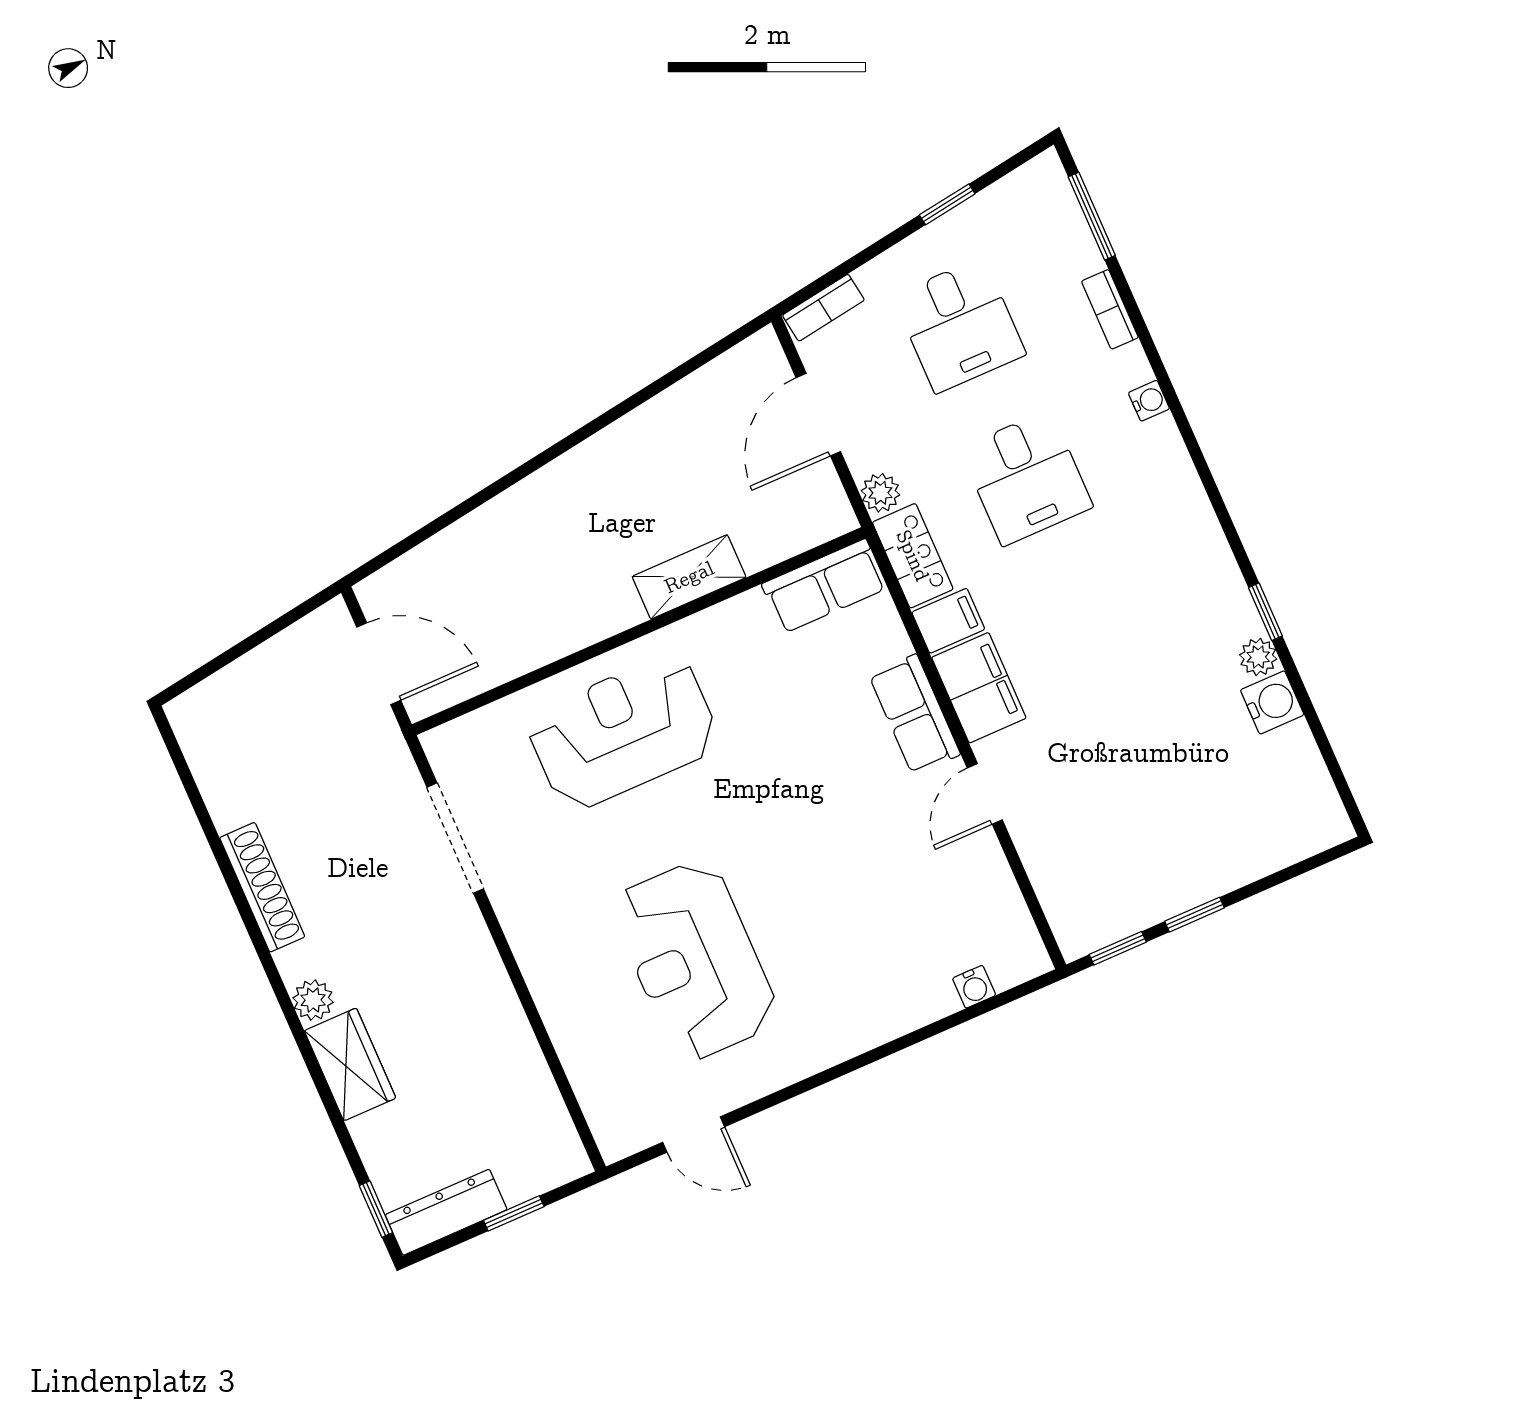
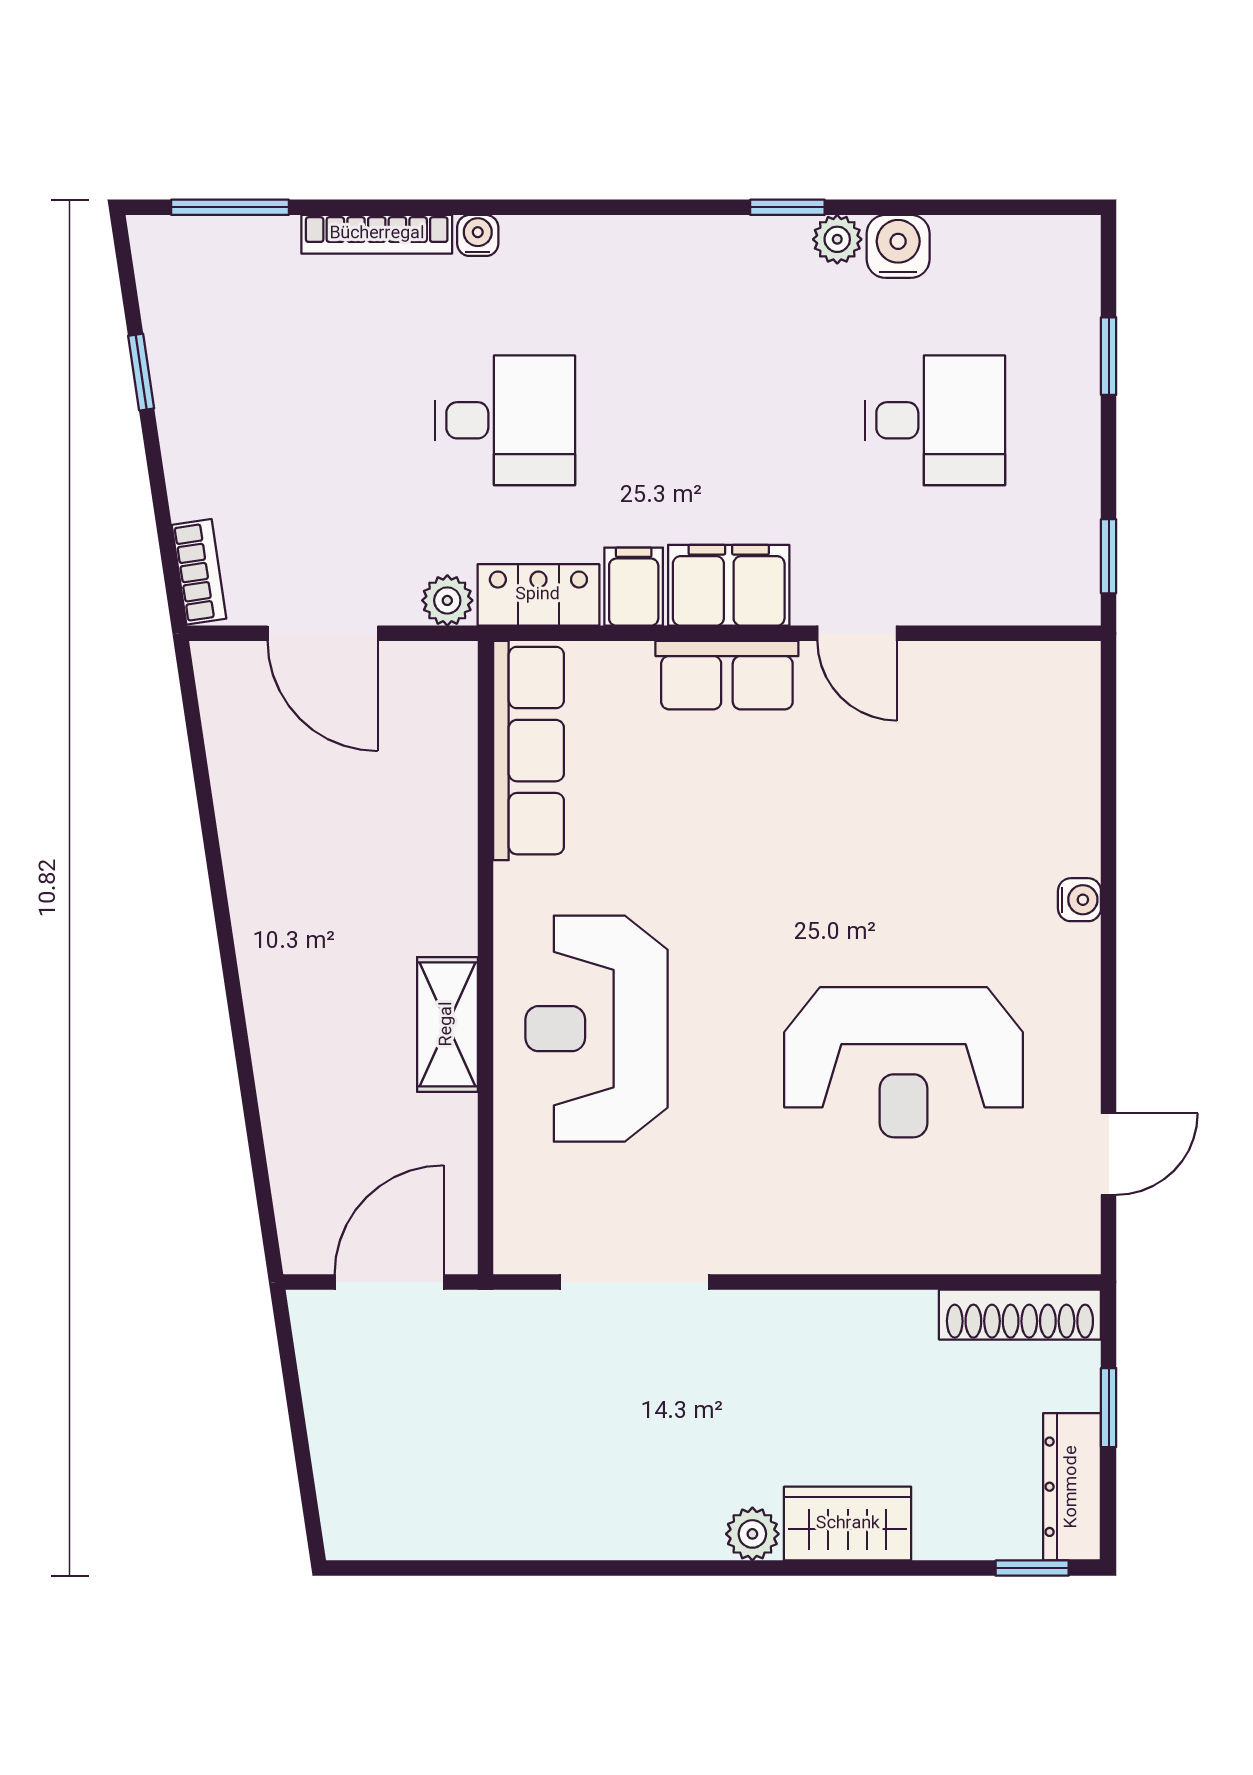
bookcase: (1110, 309) -> (377, 234), width x1.56
desk: (959, 325) -> (935, 420), moved
shelving: (689, 577) -> (447, 1024), moved
row of seats: (824, 586) -> (528, 751), width x1.48
shoe rack: (262, 887) -> (1020, 1315), moved, turned 180
window: (1195, 915) -> (1109, 356), moved
water cooler: (974, 987) -> (1079, 900), moved

